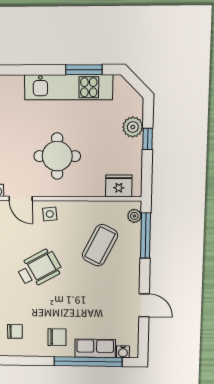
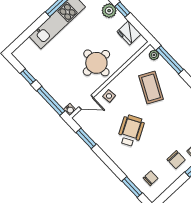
round table: (57, 156) -> (96, 63), moved
fridge: (119, 186) -> (129, 33), moved, turned -90
chair: (57, 337) -> (176, 160), turned 90

